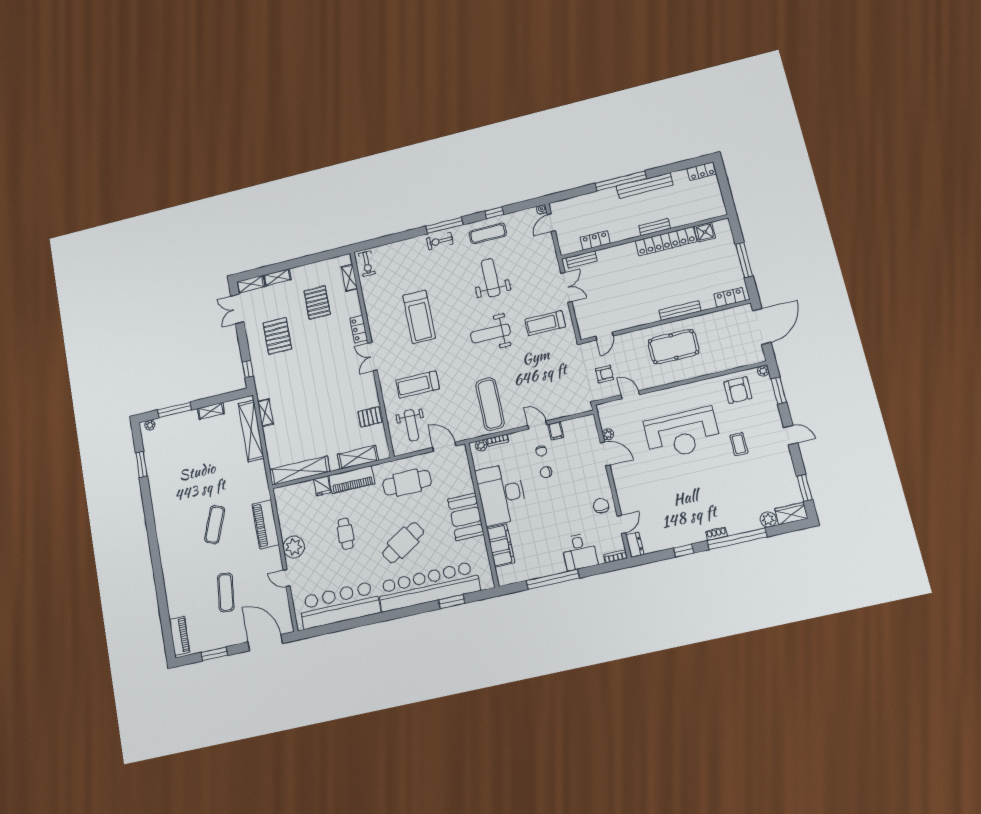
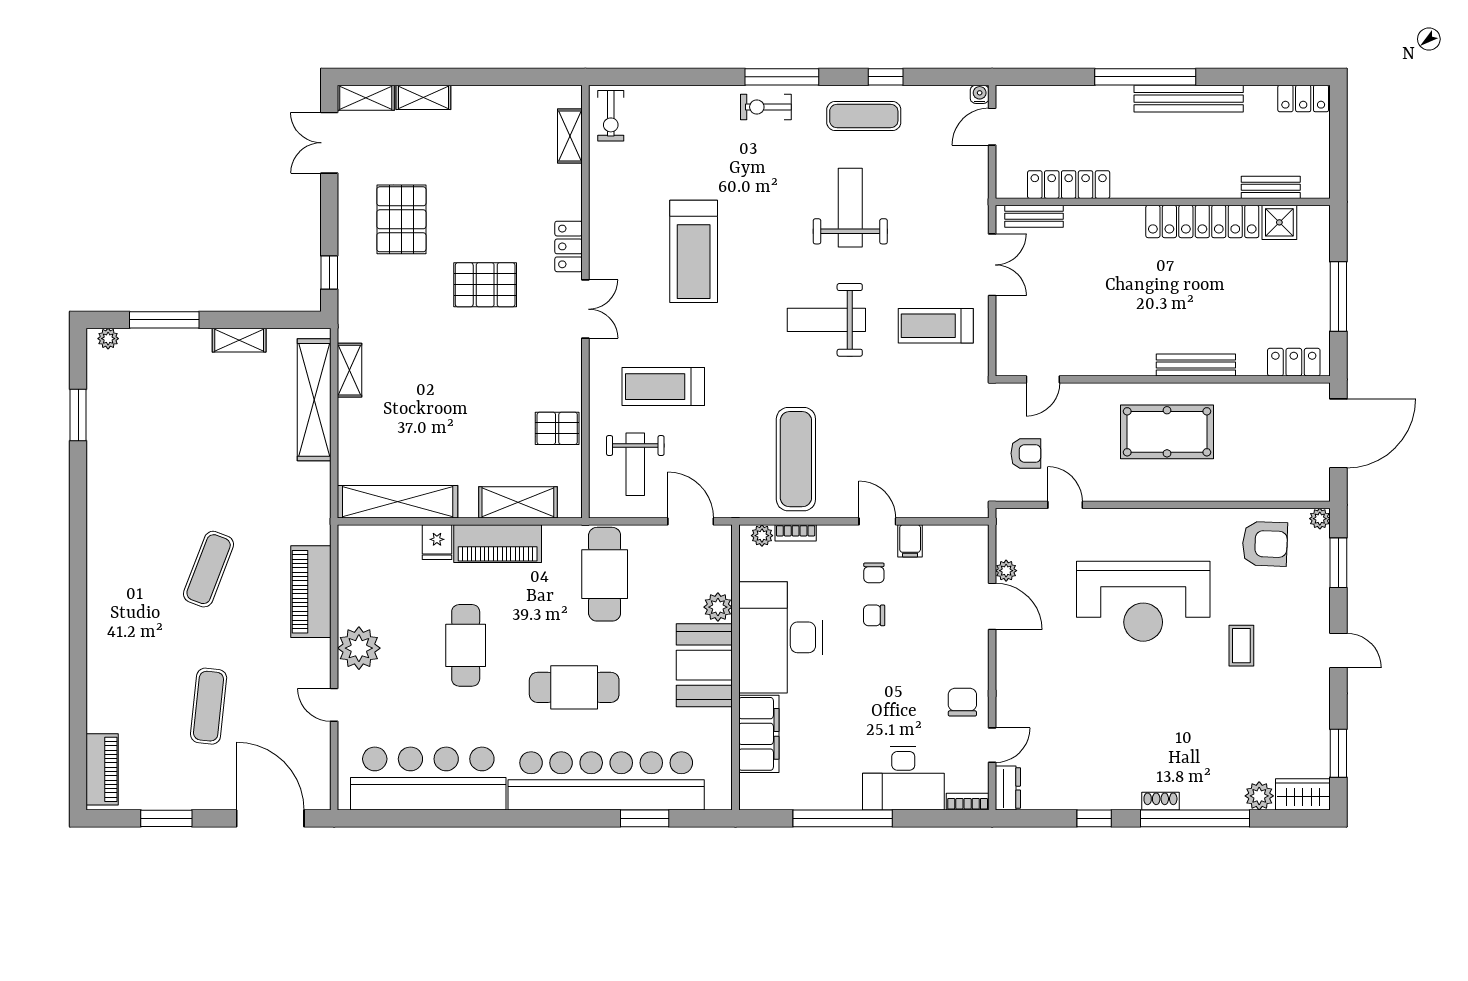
bench: (654, 227) -> (1271, 187), moved
locker: (595, 240) -> (1069, 185), width x1.53
pallet: (317, 303) -> (485, 285), moved, turned 90
double door: (372, 357) -> (585, 309), swing flipped
armchair: (738, 390) -> (1265, 544), turned -88
cafe table: (407, 483) -> (605, 574), turned 90
plant: (467, 486) -> (718, 607), added
cafe table: (346, 534) -> (466, 645), width x1.37, depth x1.35
cafe table: (403, 543) -> (574, 687), turned 32
desk: (579, 552) -> (903, 778), width x1.37

